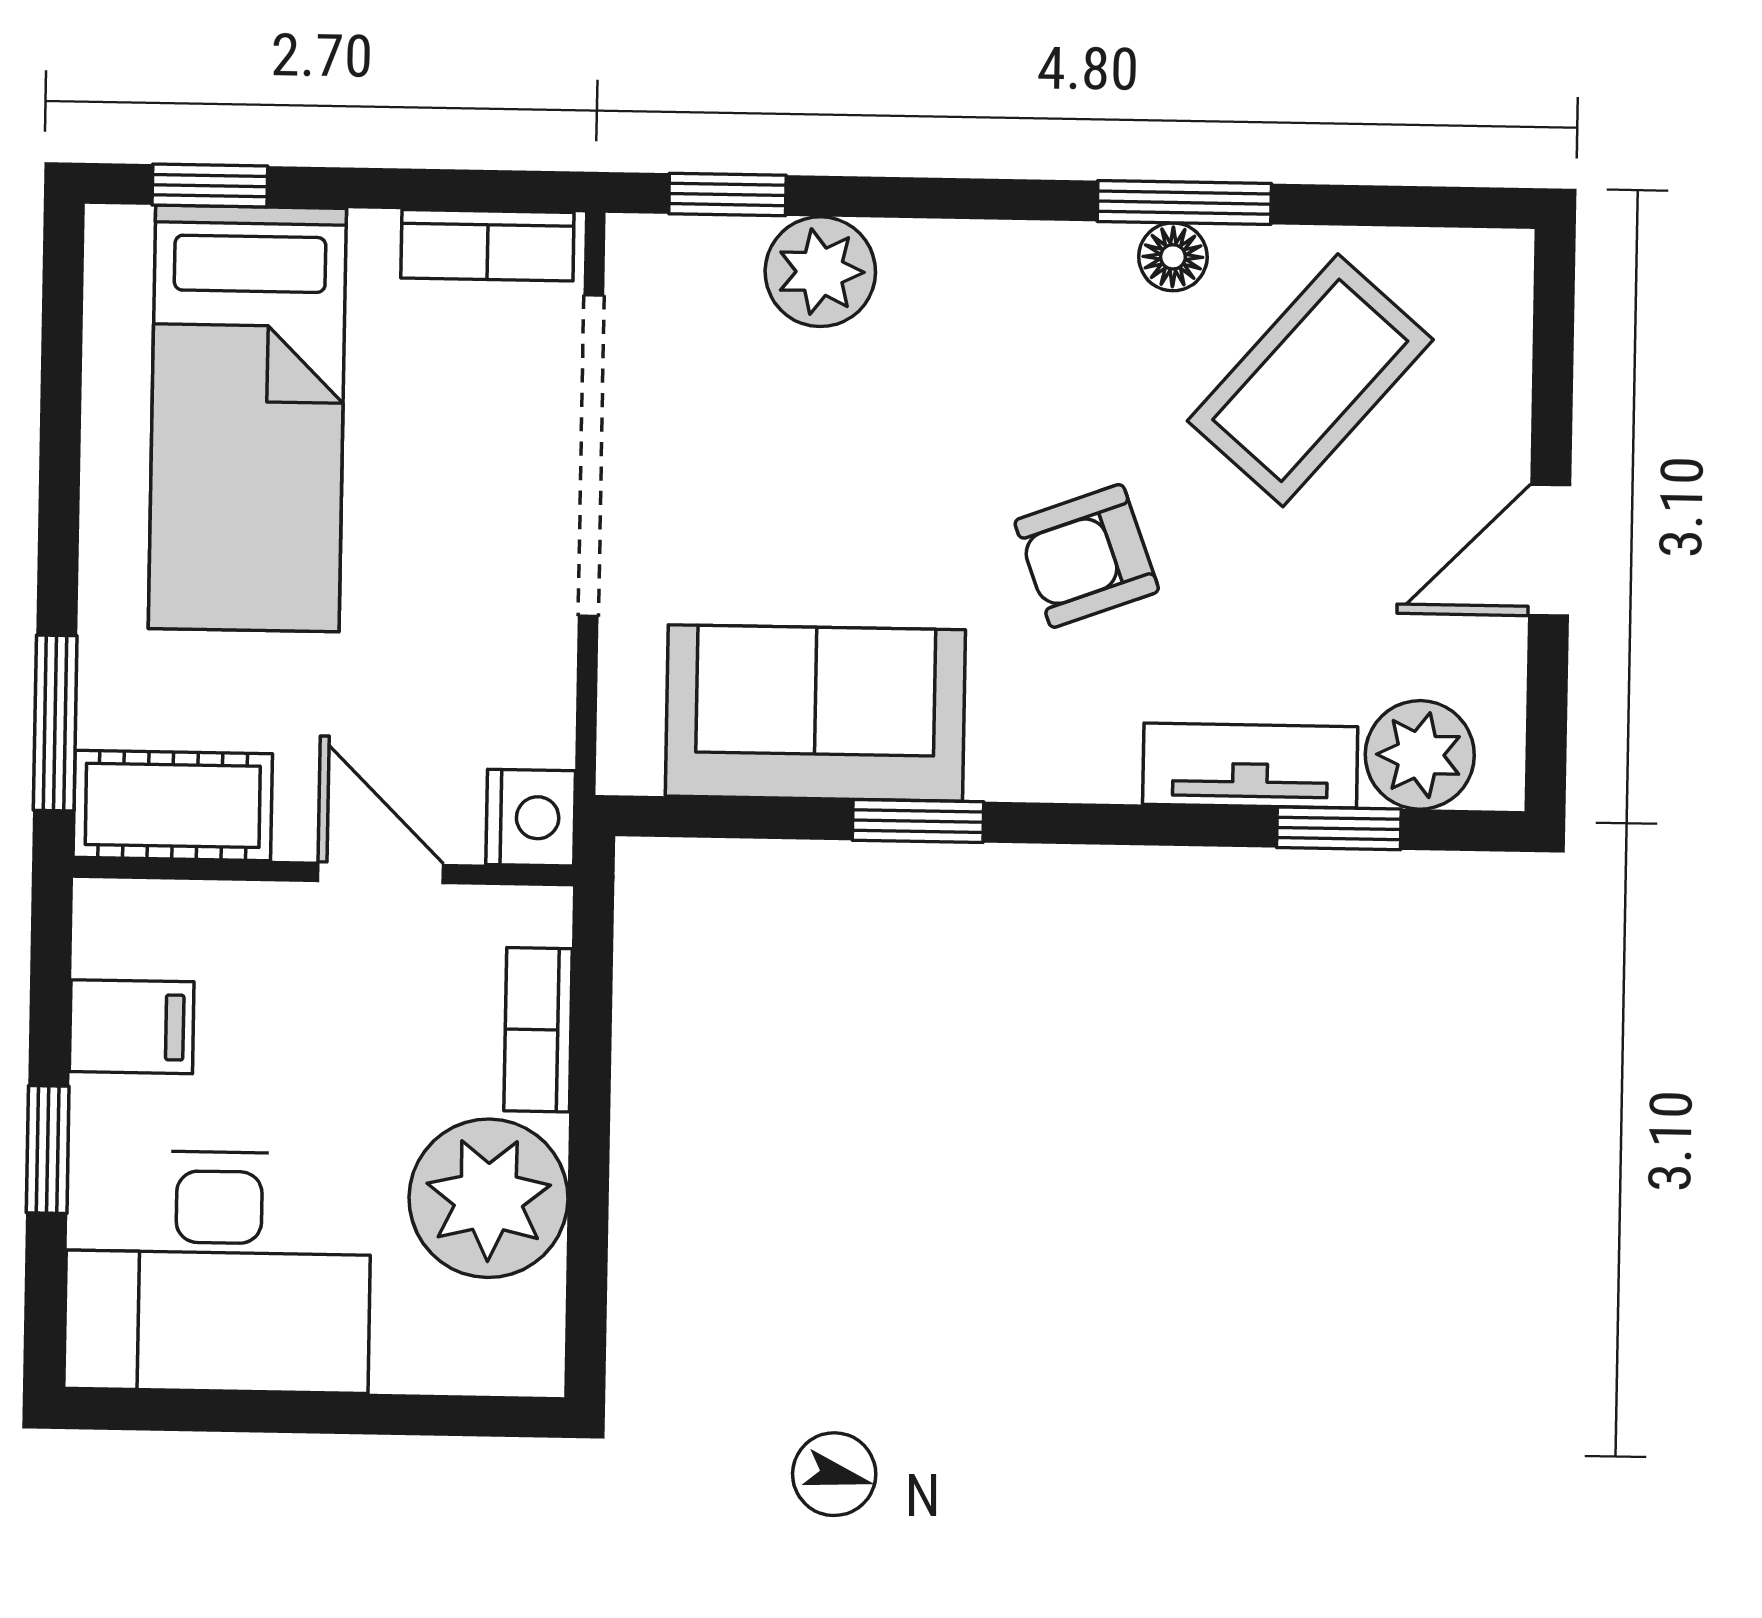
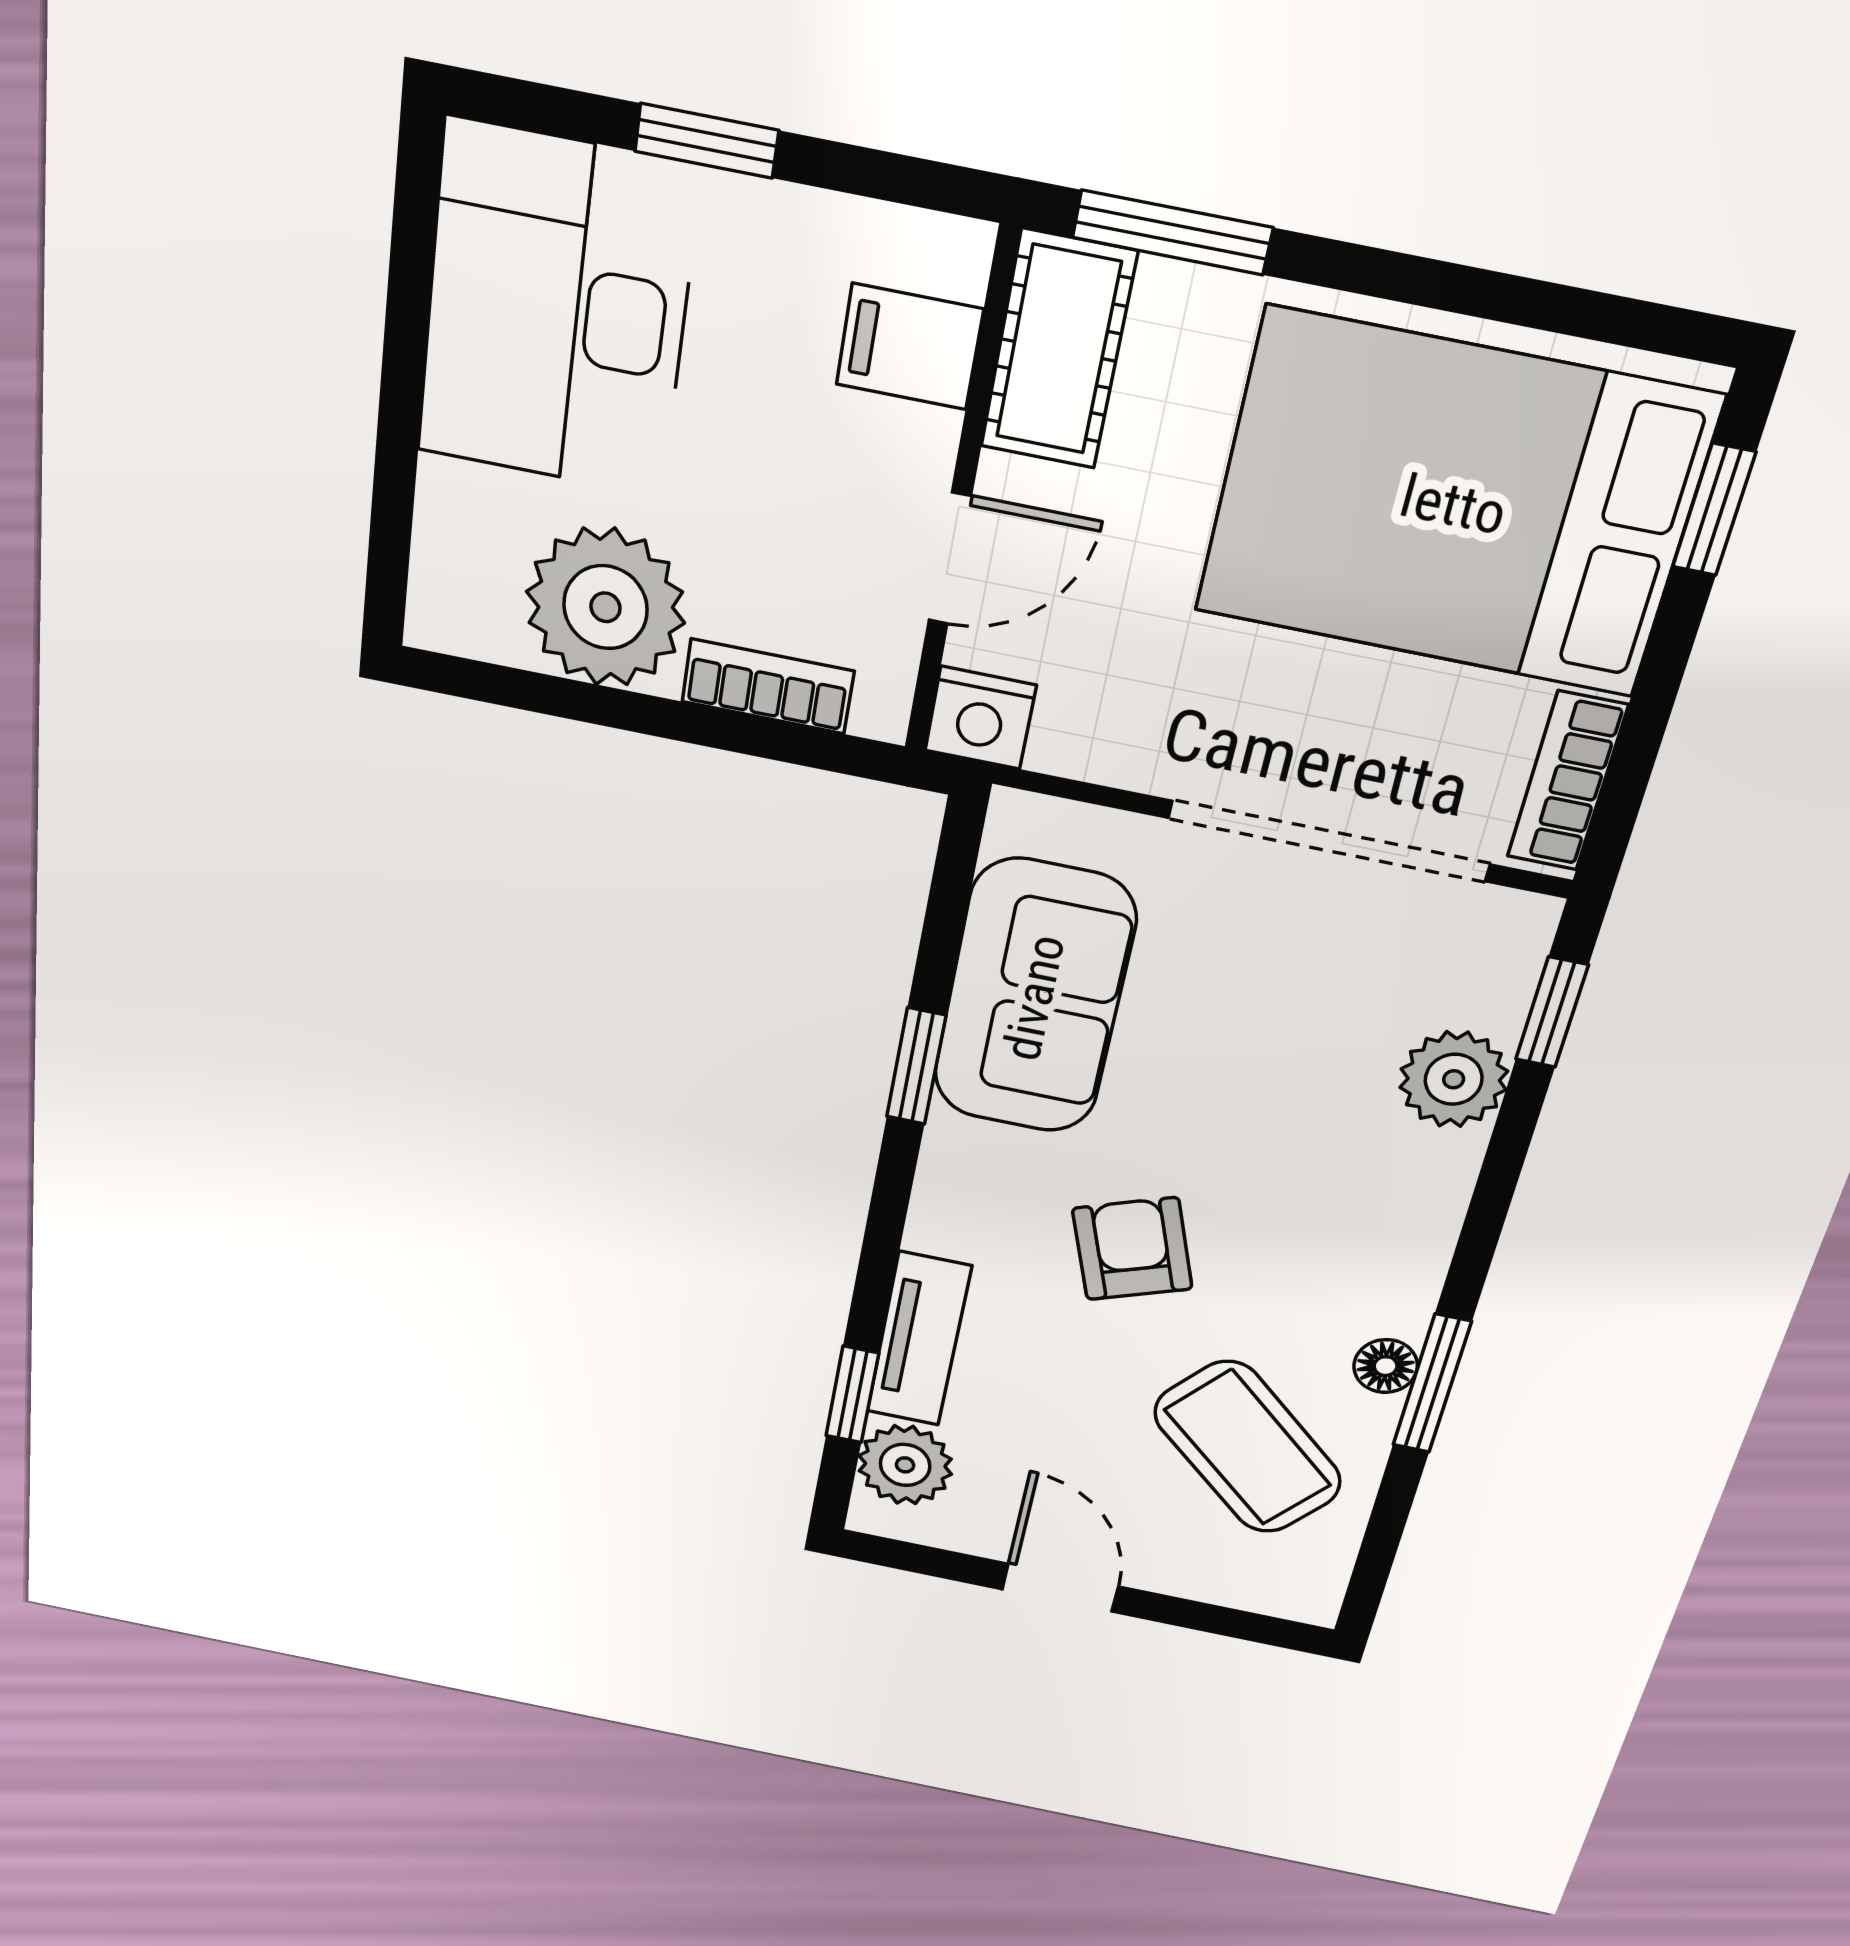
bed: (247, 418) -> (1454, 505), width x1.50
filing cabinet: (132, 1027) -> (910, 347), moved, turned 90

